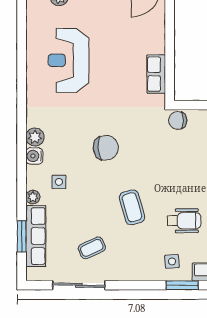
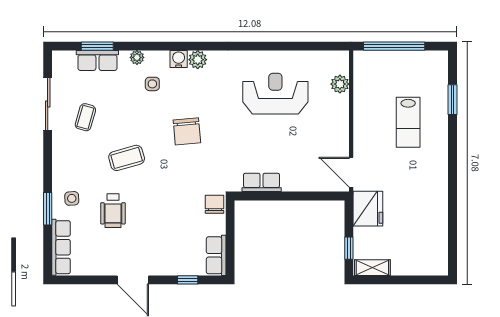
row of seats: (36, 236) -> (97, 60), width x0.68
coffee table: (92, 248) -> (85, 117), turned 41

